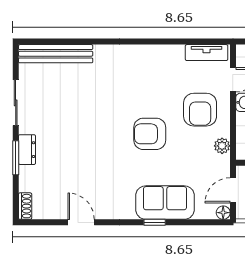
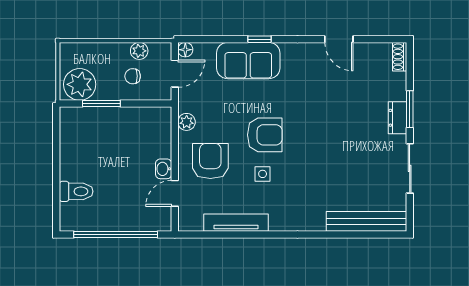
tv unit: (207, 53) -> (236, 223), moved, width x1.41
side table: (152, 98) -> (263, 174), added

